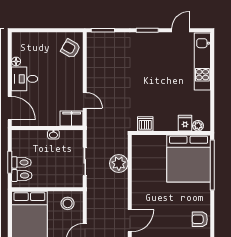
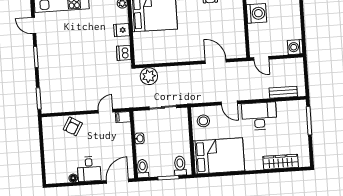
armchair: (71, 49) -> (73, 126), moved
filing cabinet: (72, 118) -> (123, 117), width x0.50
fridge: (185, 123) -> (122, 30), moved
toilet: (21, 162) -> (143, 169), moved
plant: (119, 163) -> (149, 76), moved

